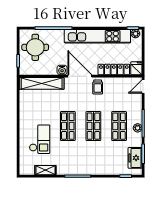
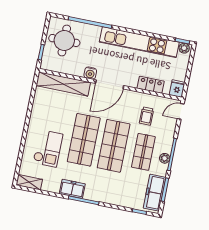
locker: (114, 69) -> (151, 85), width x0.66
door: (80, 76) -> (110, 84), swing flipped
trolley: (98, 87) -> (146, 116), moved
shop shelf: (68, 126) -> (84, 140), width x1.43, depth x1.36
shop shelf: (93, 126) -> (114, 146), width x1.43, depth x1.36
freezer: (135, 158) -> (155, 193), width x1.40
freezer: (67, 168) -> (72, 189), added
shelving: (45, 170) -> (29, 182), moved

